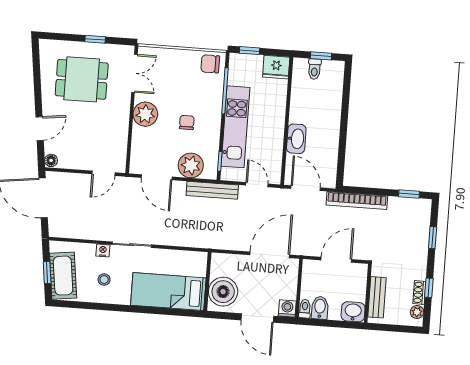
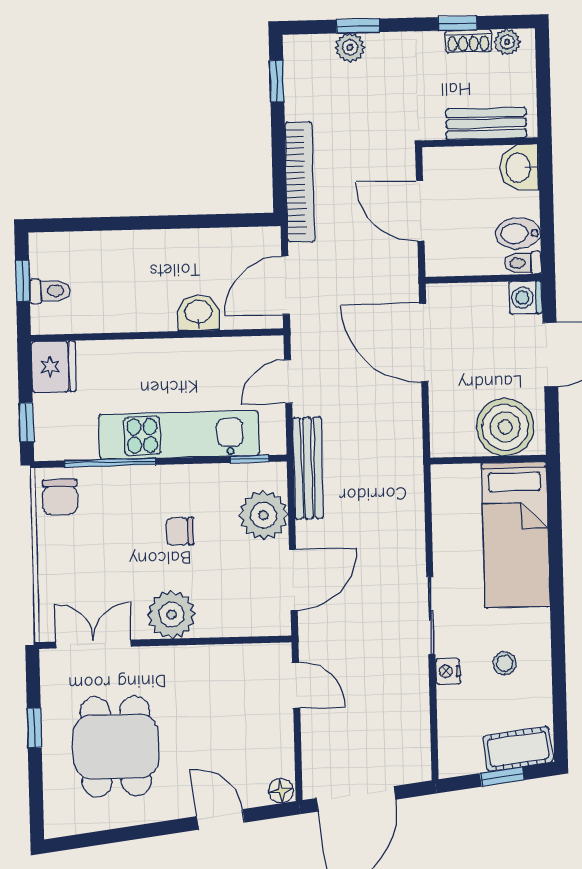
washbasin: (296, 139) -> (198, 313), width x0.72
plant: (422, 233) -> (350, 47), added
cot: (63, 276) -> (518, 749), width x0.73, depth x0.75

